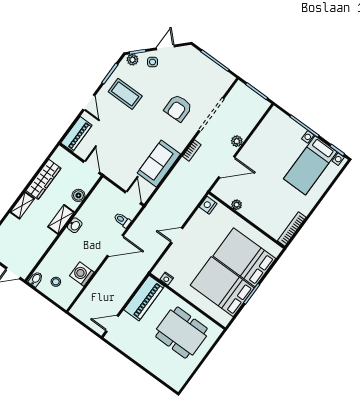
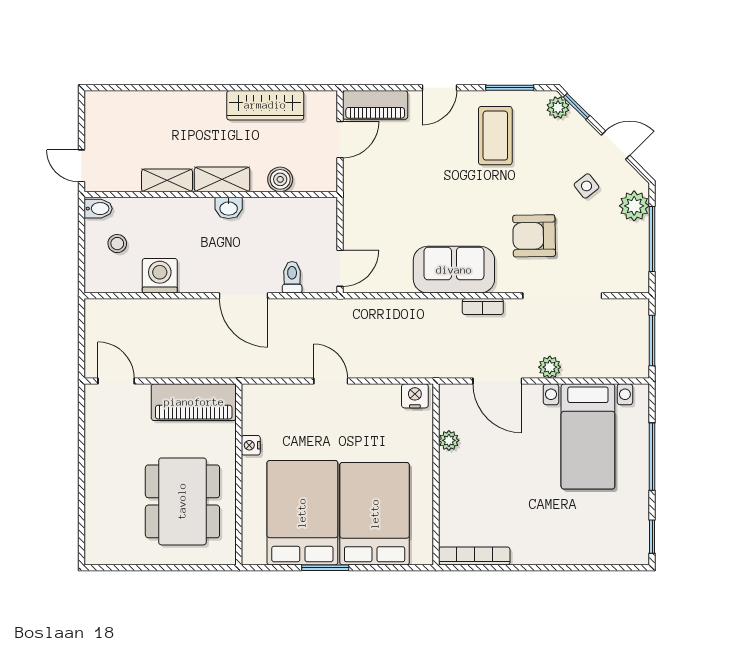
plant: (196, 58) -> (634, 206), added
side table: (153, 62) -> (586, 186), moved
sofa: (159, 164) -> (454, 270), moved
bed with nightstands: (310, 165) -> (588, 436), moved, turned -90
door: (91, 167) -> (340, 140), moved
shelving: (22, 205) -> (167, 180), moved
nightstand: (167, 279) -> (251, 445), moved

